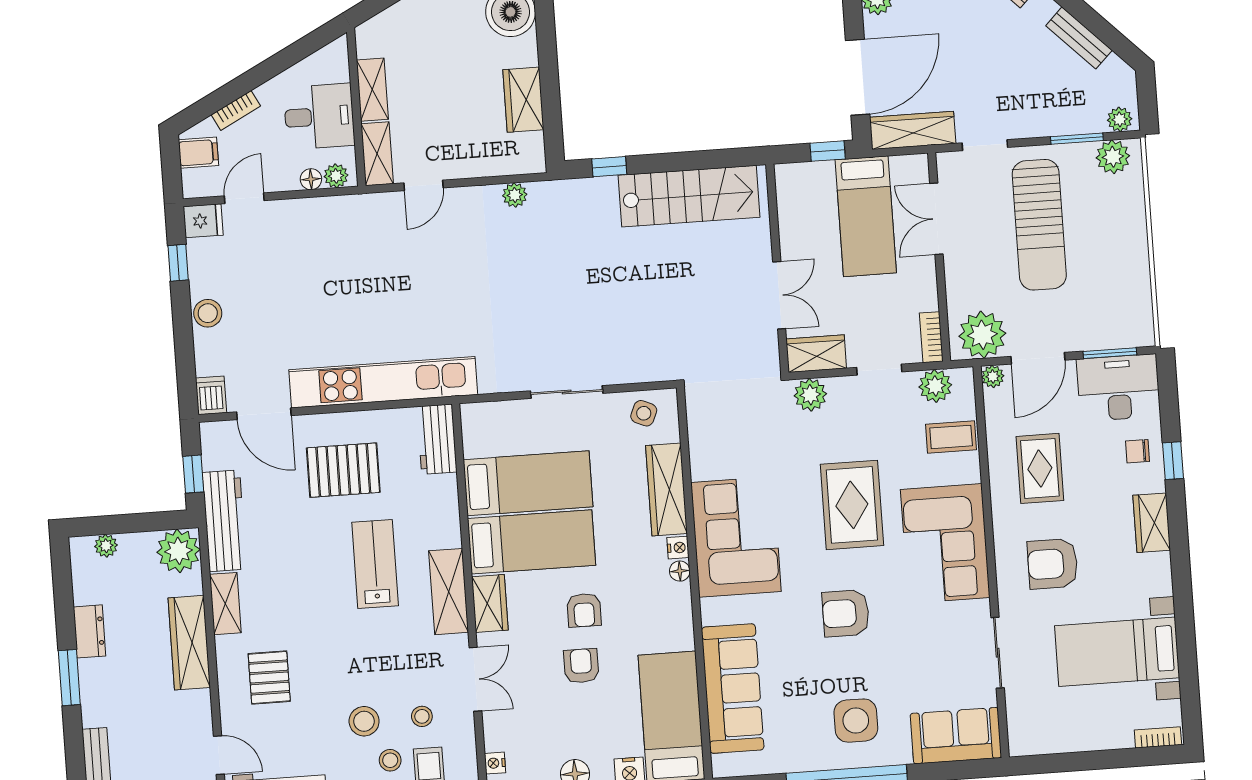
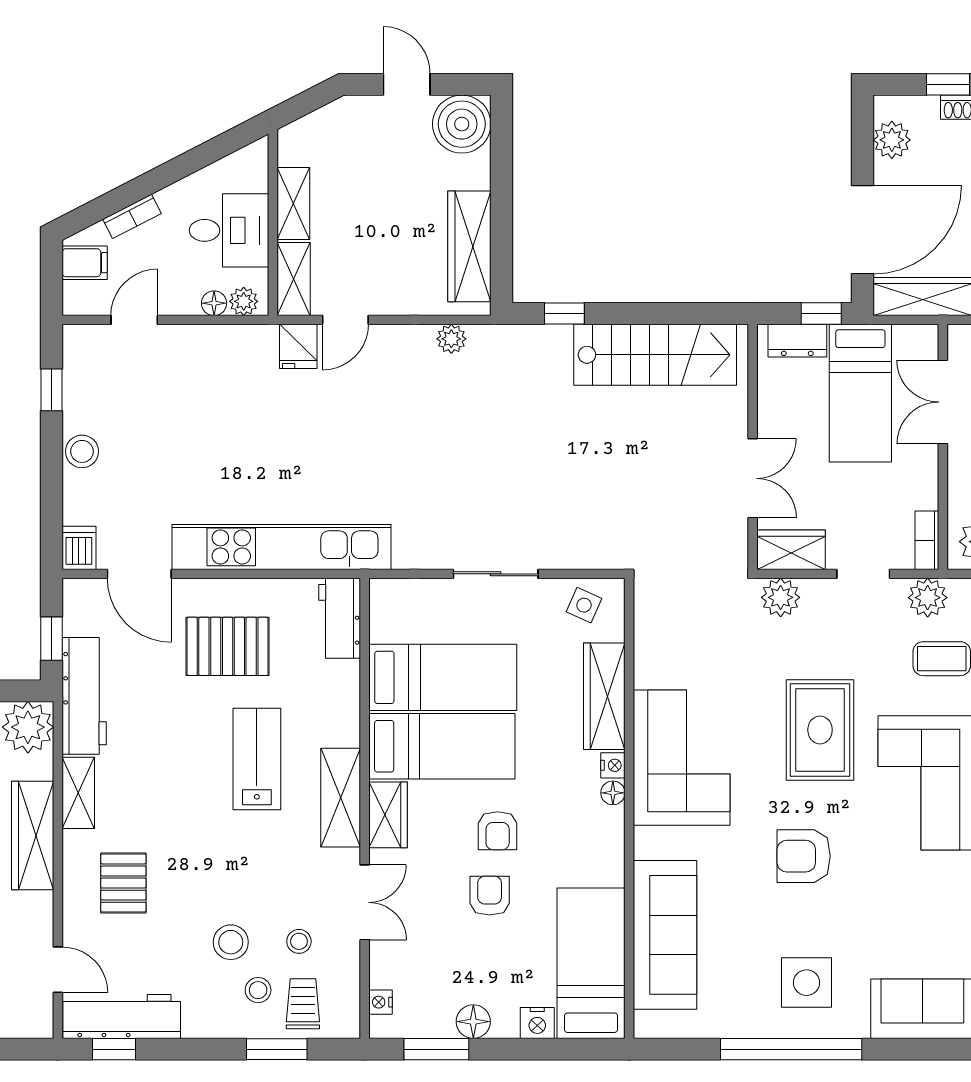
wardrobe: (523, 100) -> (469, 246), width x1.50
dresser: (809, 175) -> (797, 341), added
fridge: (203, 221) -> (298, 346), moved, turned 90

